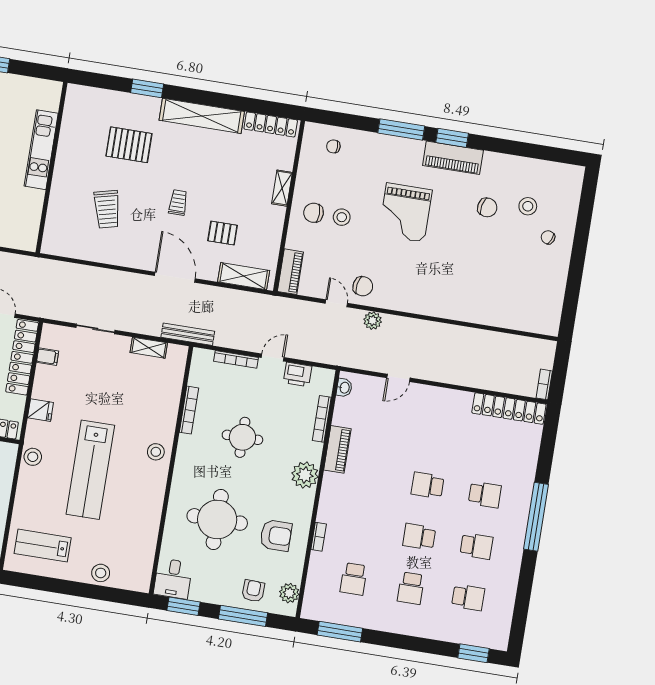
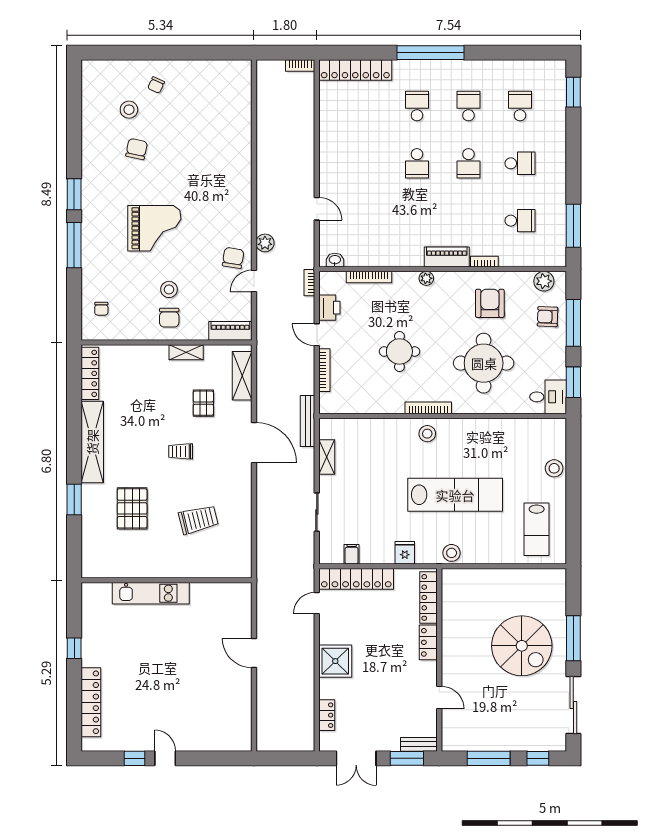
piano: (453, 158) -> (94, 190), removed
shelving: (282, 188) -> (186, 352), moved
door: (175, 277) -> (254, 443), swing flipped
bookcase: (326, 359) -> (309, 283), added
locker: (509, 409) -> (355, 70), moved, turned 90
bookcase: (189, 410) -> (428, 408), moved
piano: (337, 449) -> (447, 257), moved
plant: (305, 475) -> (426, 278), width x0.53, depth x0.53

